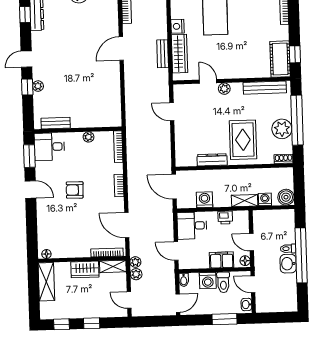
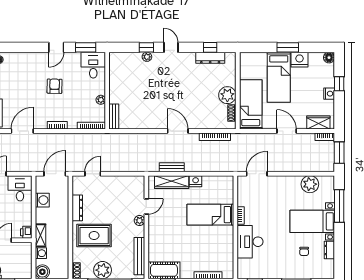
door: (172, 112) -> (93, 174), moved
bench: (56, 123) -> (114, 117), moved
printer: (225, 218) -> (26, 232), moved

